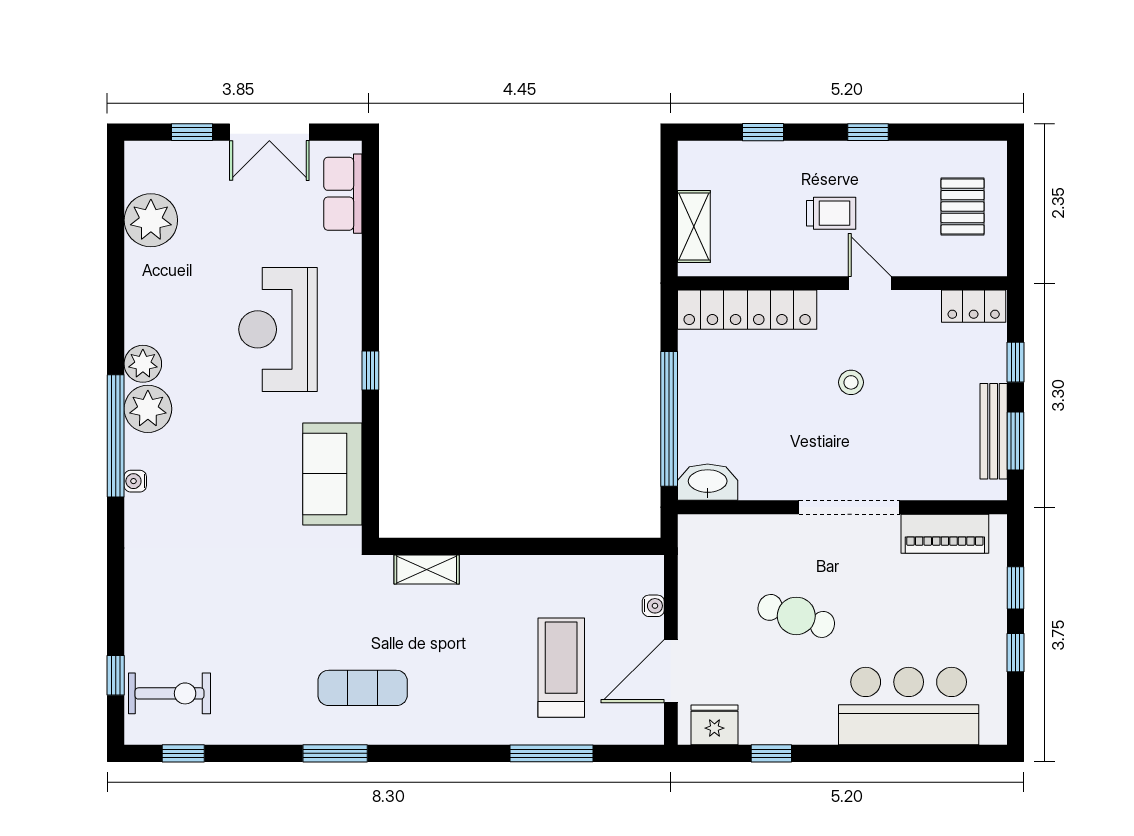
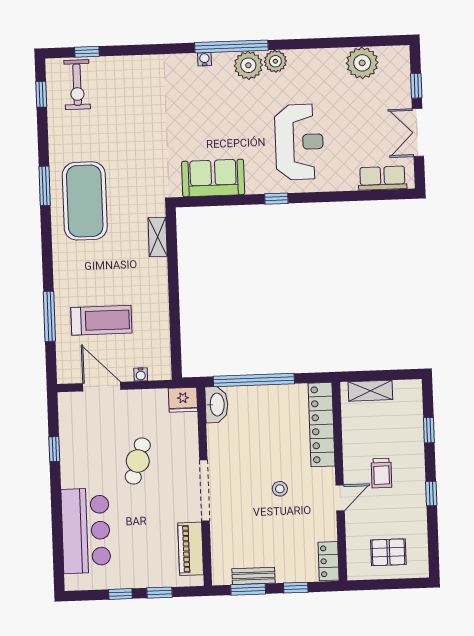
reception desk: (278, 329) -> (299, 142), turned 90
bench: (994, 431) -> (254, 576), width x0.73
exercise mat: (363, 688) -> (85, 201), width x2.00, depth x1.45
fridge: (714, 725) -> (183, 400), moved, turned 90

